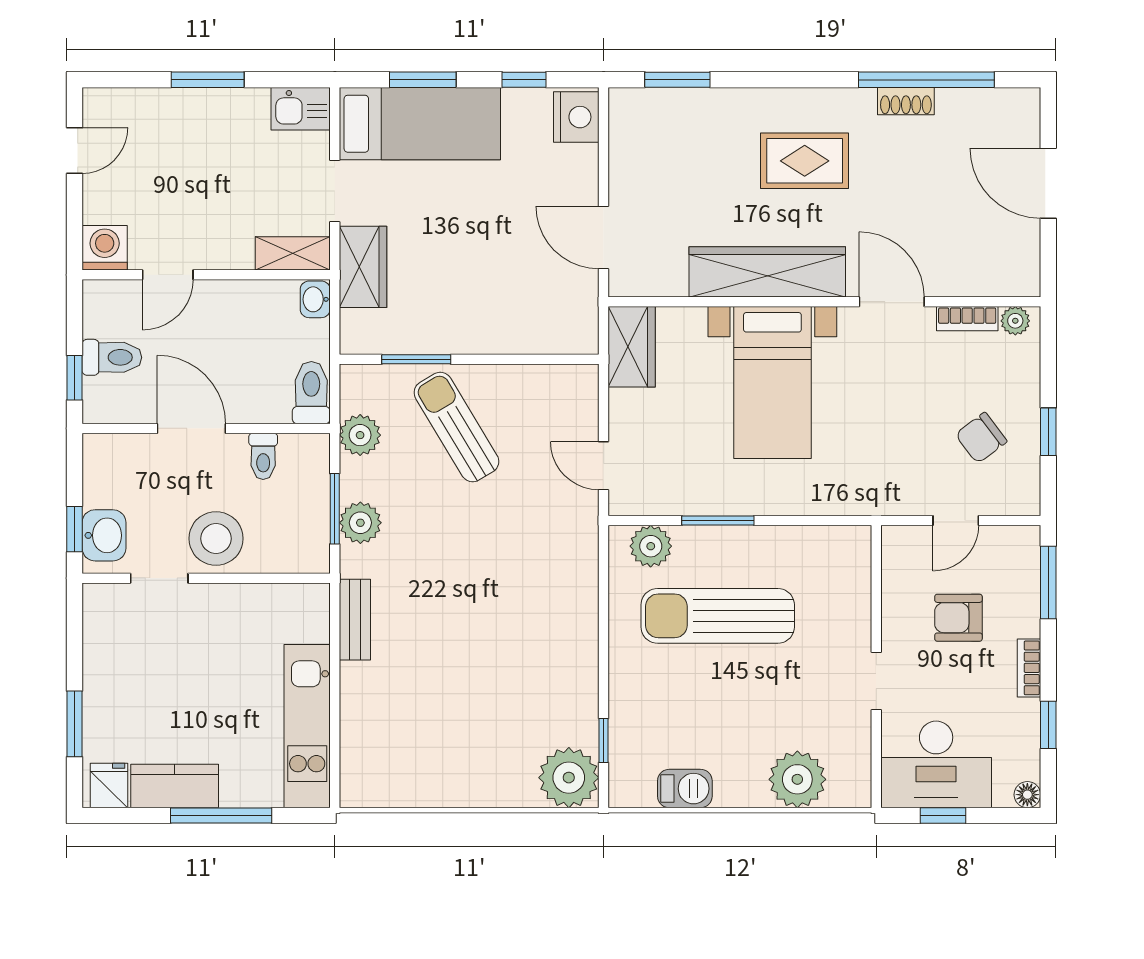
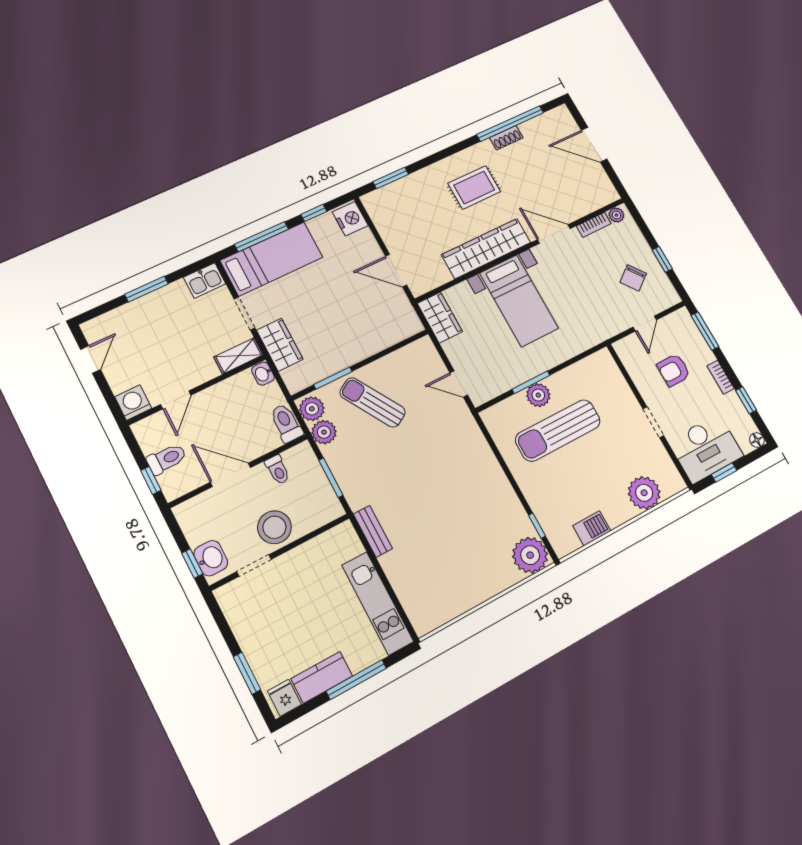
window: (423, 80) -> (262, 237), width x1.44
plant: (360, 523) -> (312, 409), moved
plant: (651, 546) -> (538, 395), moved

